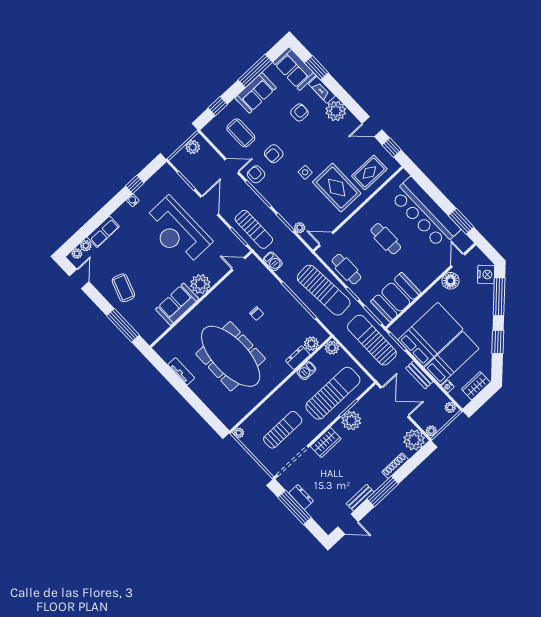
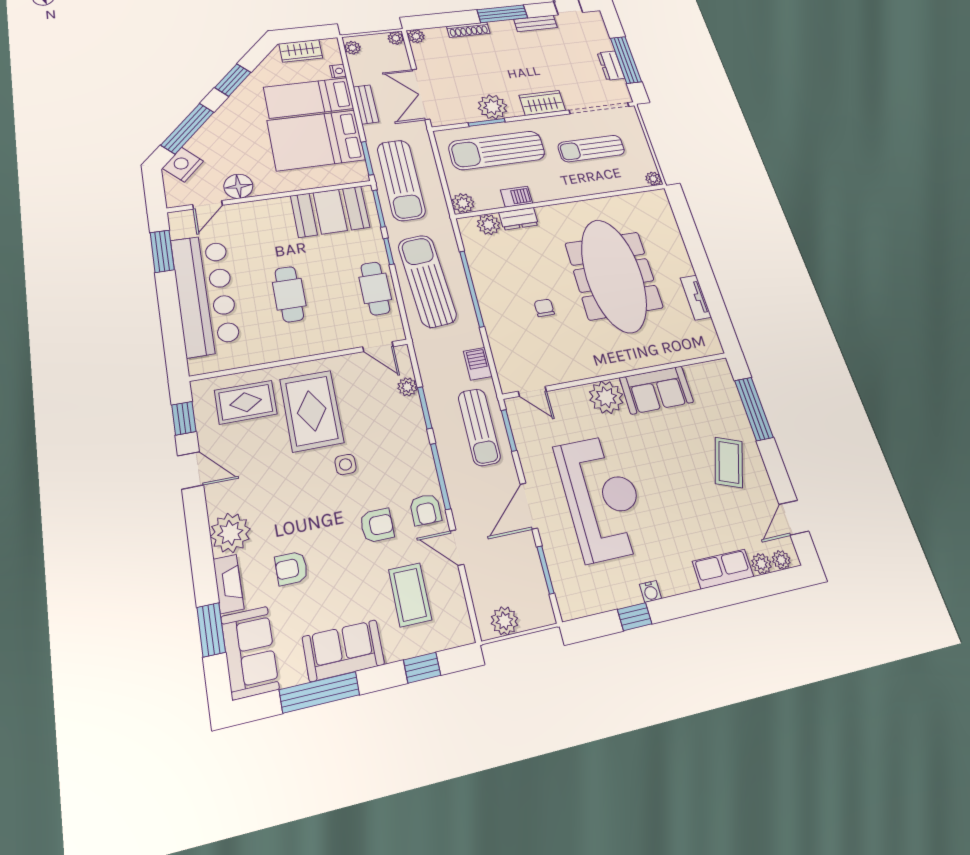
sun lounger: (254, 229) -> (479, 427), turned 180
plant: (414, 440) -> (416, 36), width x0.53, depth x0.53

